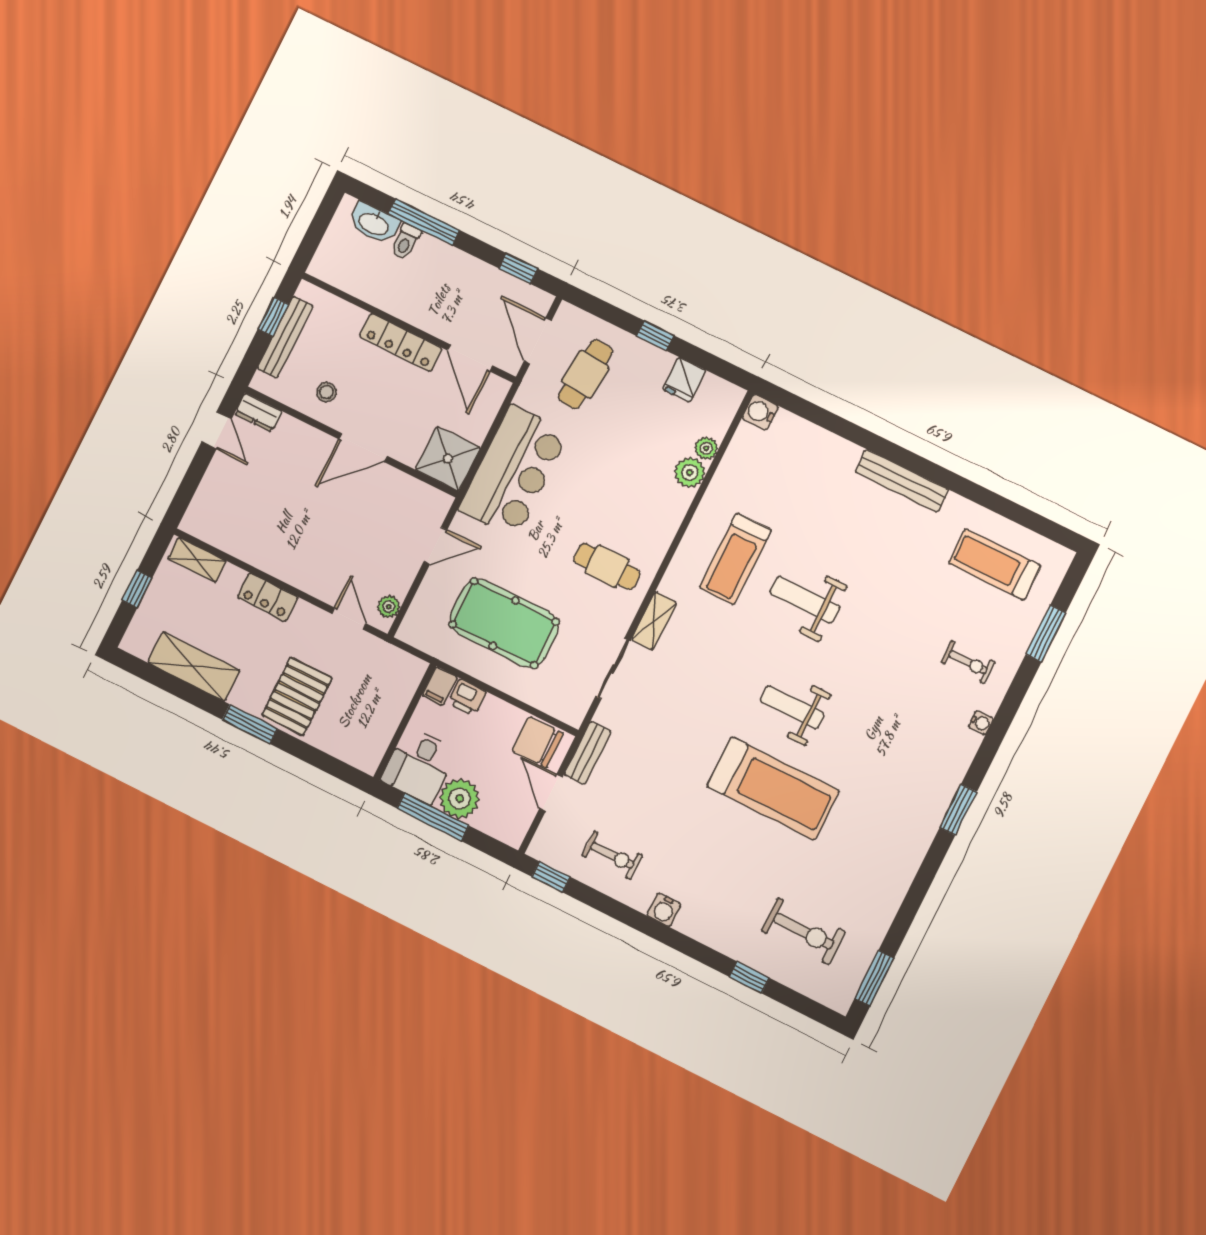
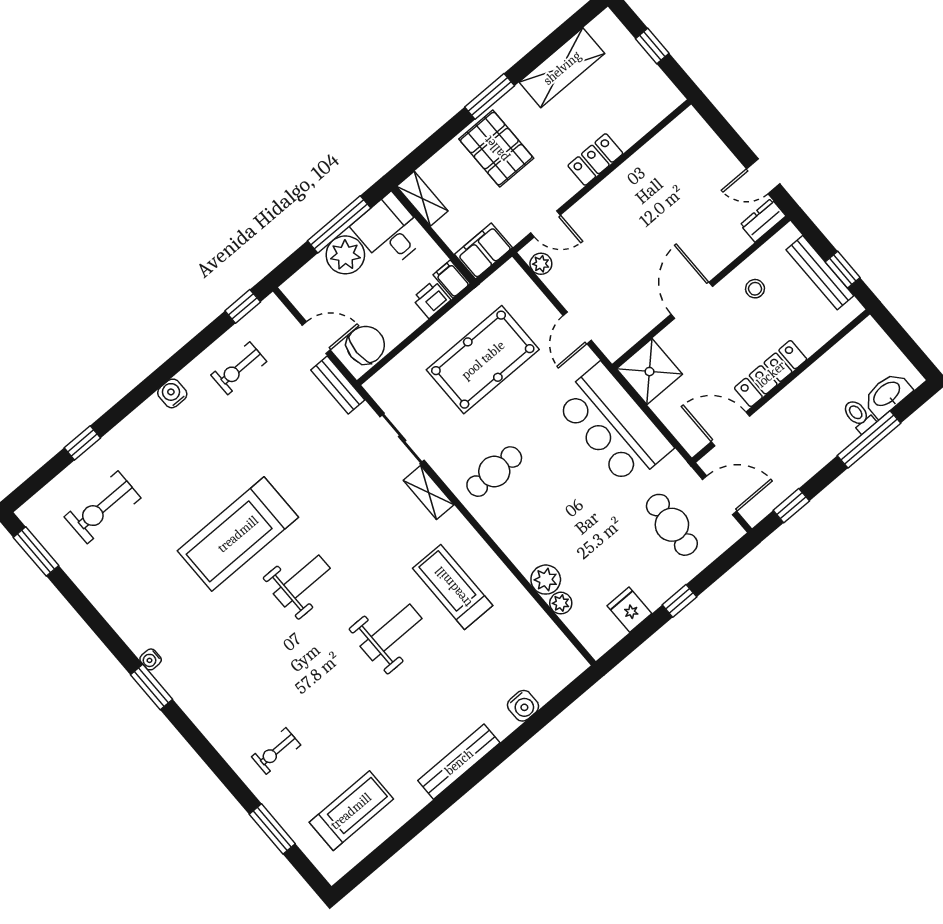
water cooler: (760, 412) -> (523, 706), moved, turned 90
shelving: (197, 560) -> (422, 199), moved, turned 90
filing cabinet: (400, 667) -> (483, 251), added
water cooler: (981, 723) -> (151, 659), moved

